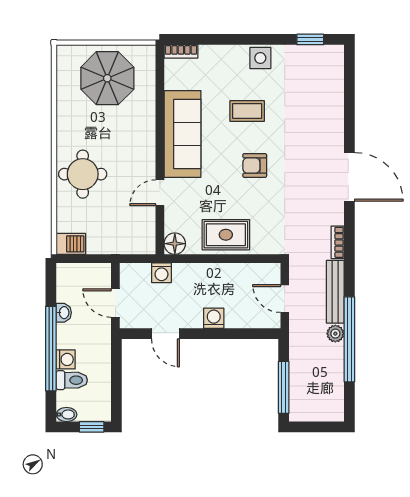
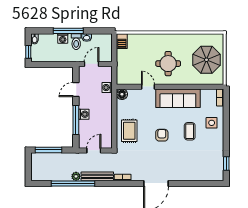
side table: (260, 58) -> (212, 123), moved
round table: (83, 174) -> (168, 64), moved
rug: (226, 235) -> (129, 131), moved
window: (225, 334) -> (76, 120), added
window: (51, 349) -> (68, 31), width x0.68
toilet: (72, 380) -> (76, 42), moved

